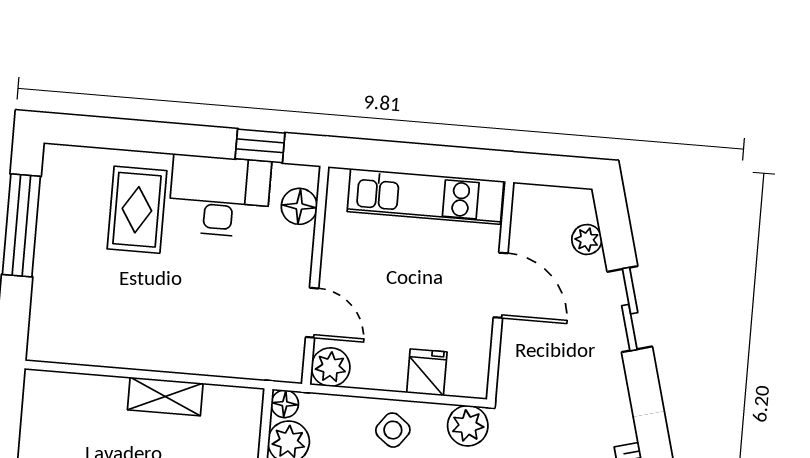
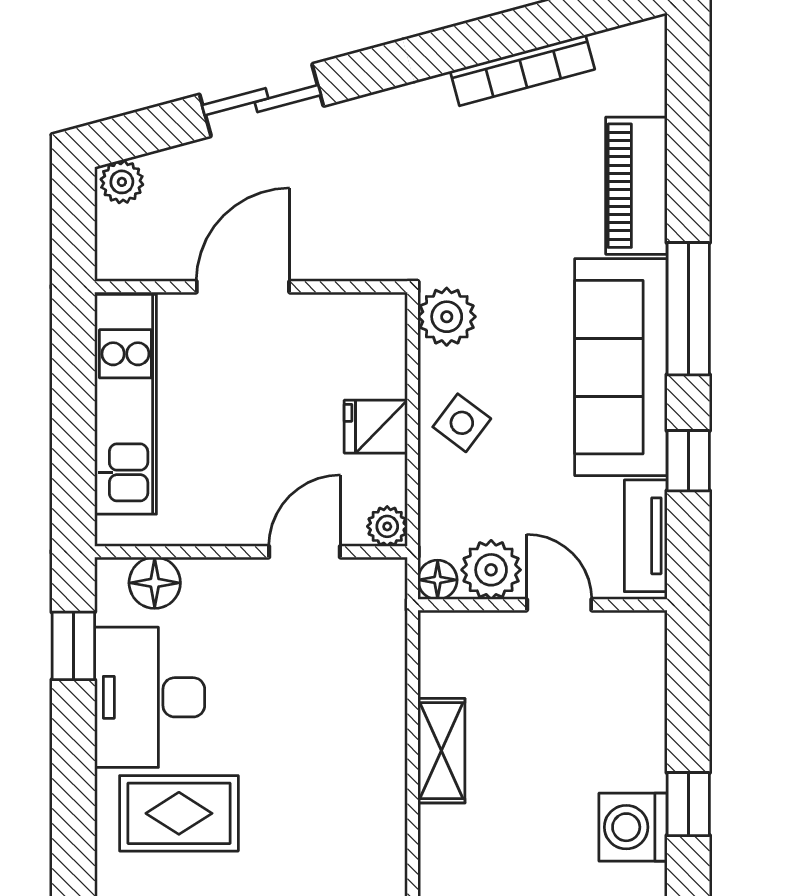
plant: (587, 240) -> (122, 182), moved
plant: (331, 367) -> (387, 526), width x0.73, depth x0.73
fridge: (427, 372) -> (376, 427), moved

